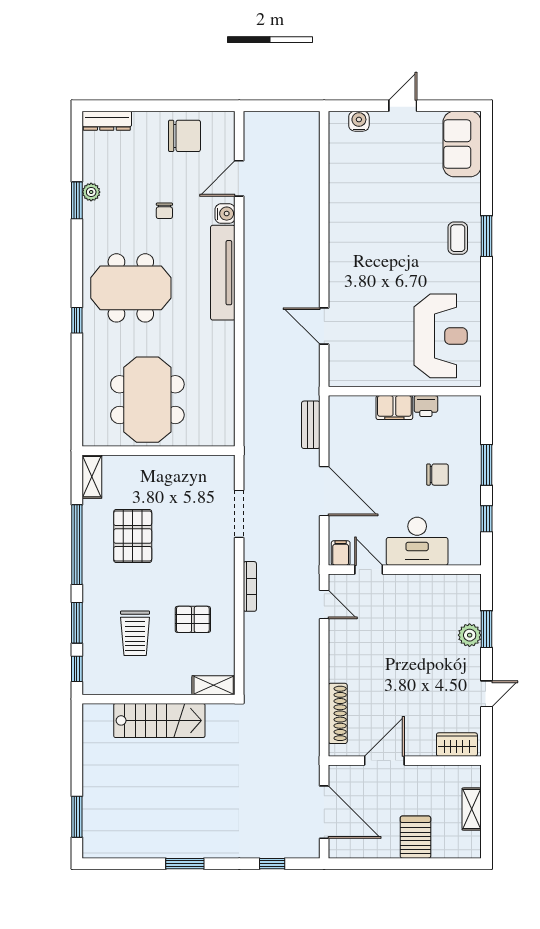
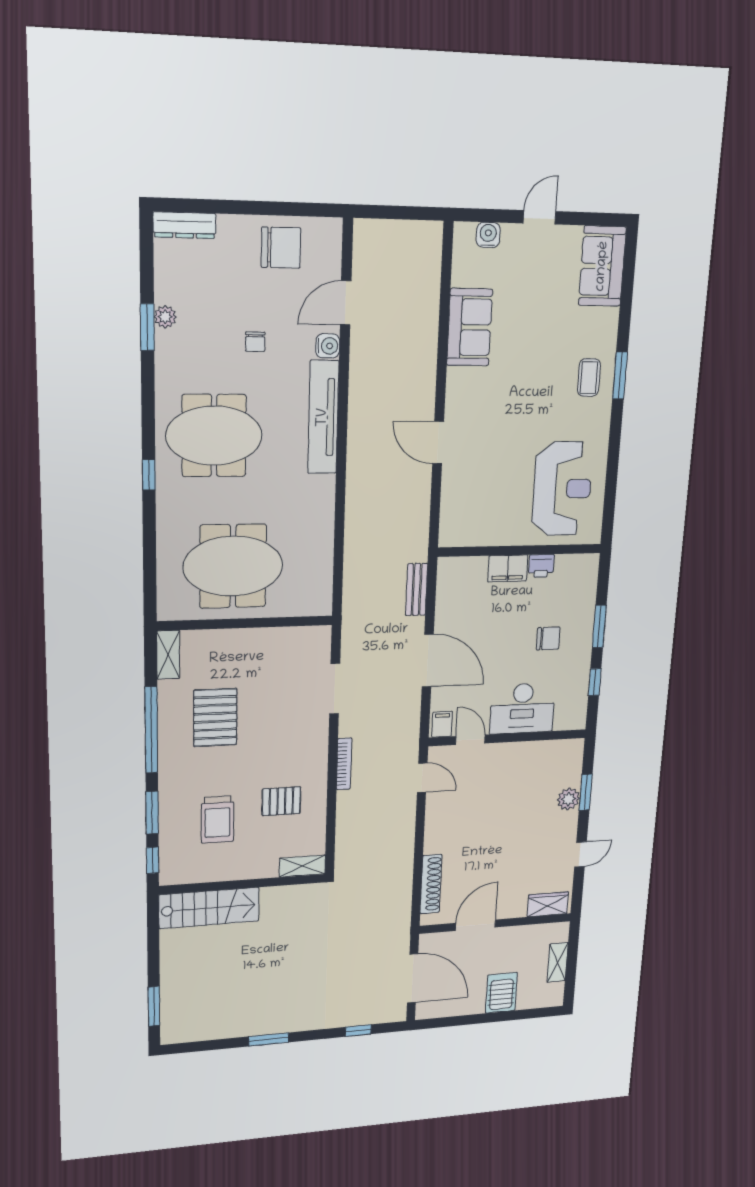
sofa: (347, 197) -> (470, 327), added
door: (324, 326) -> (438, 443), moved
meeting table: (147, 400) -> (233, 566), turned 90
stairs: (159, 720) -> (209, 908), moved

